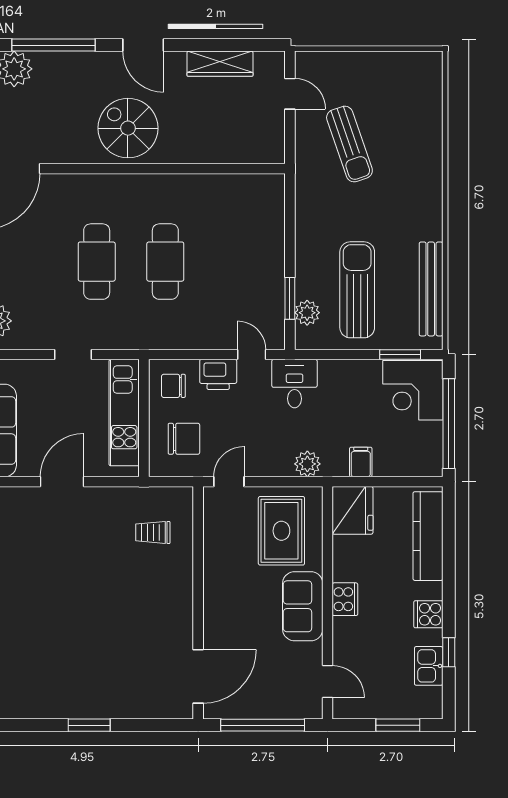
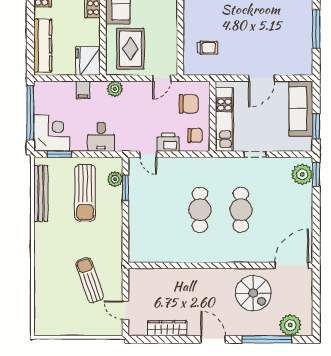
spiral stairs: (128, 128) -> (253, 293), moved
desk: (294, 384) -> (101, 137), moved
chair: (184, 439) -> (189, 104), turned 180

